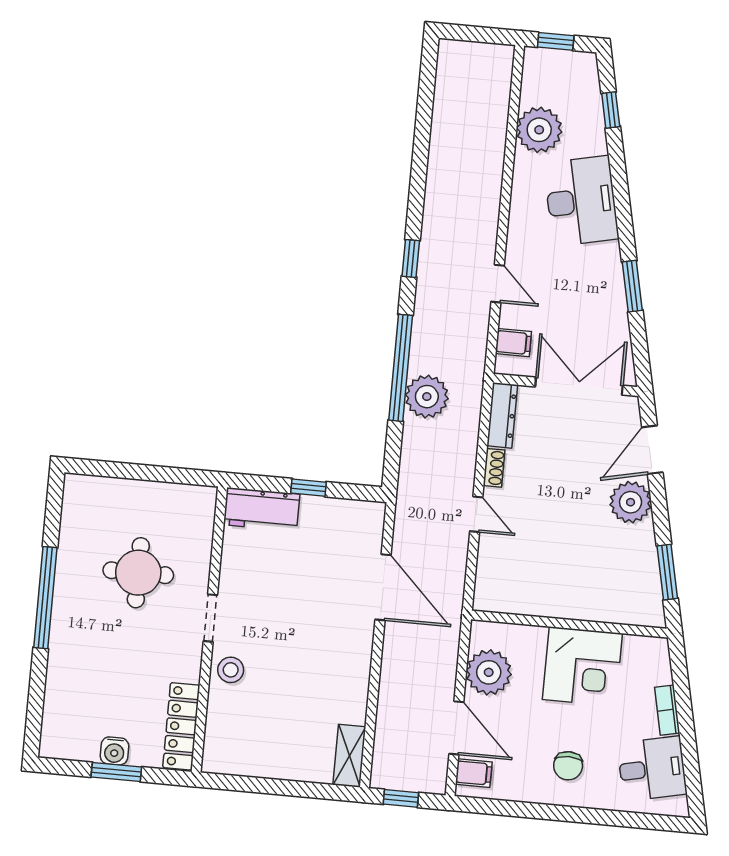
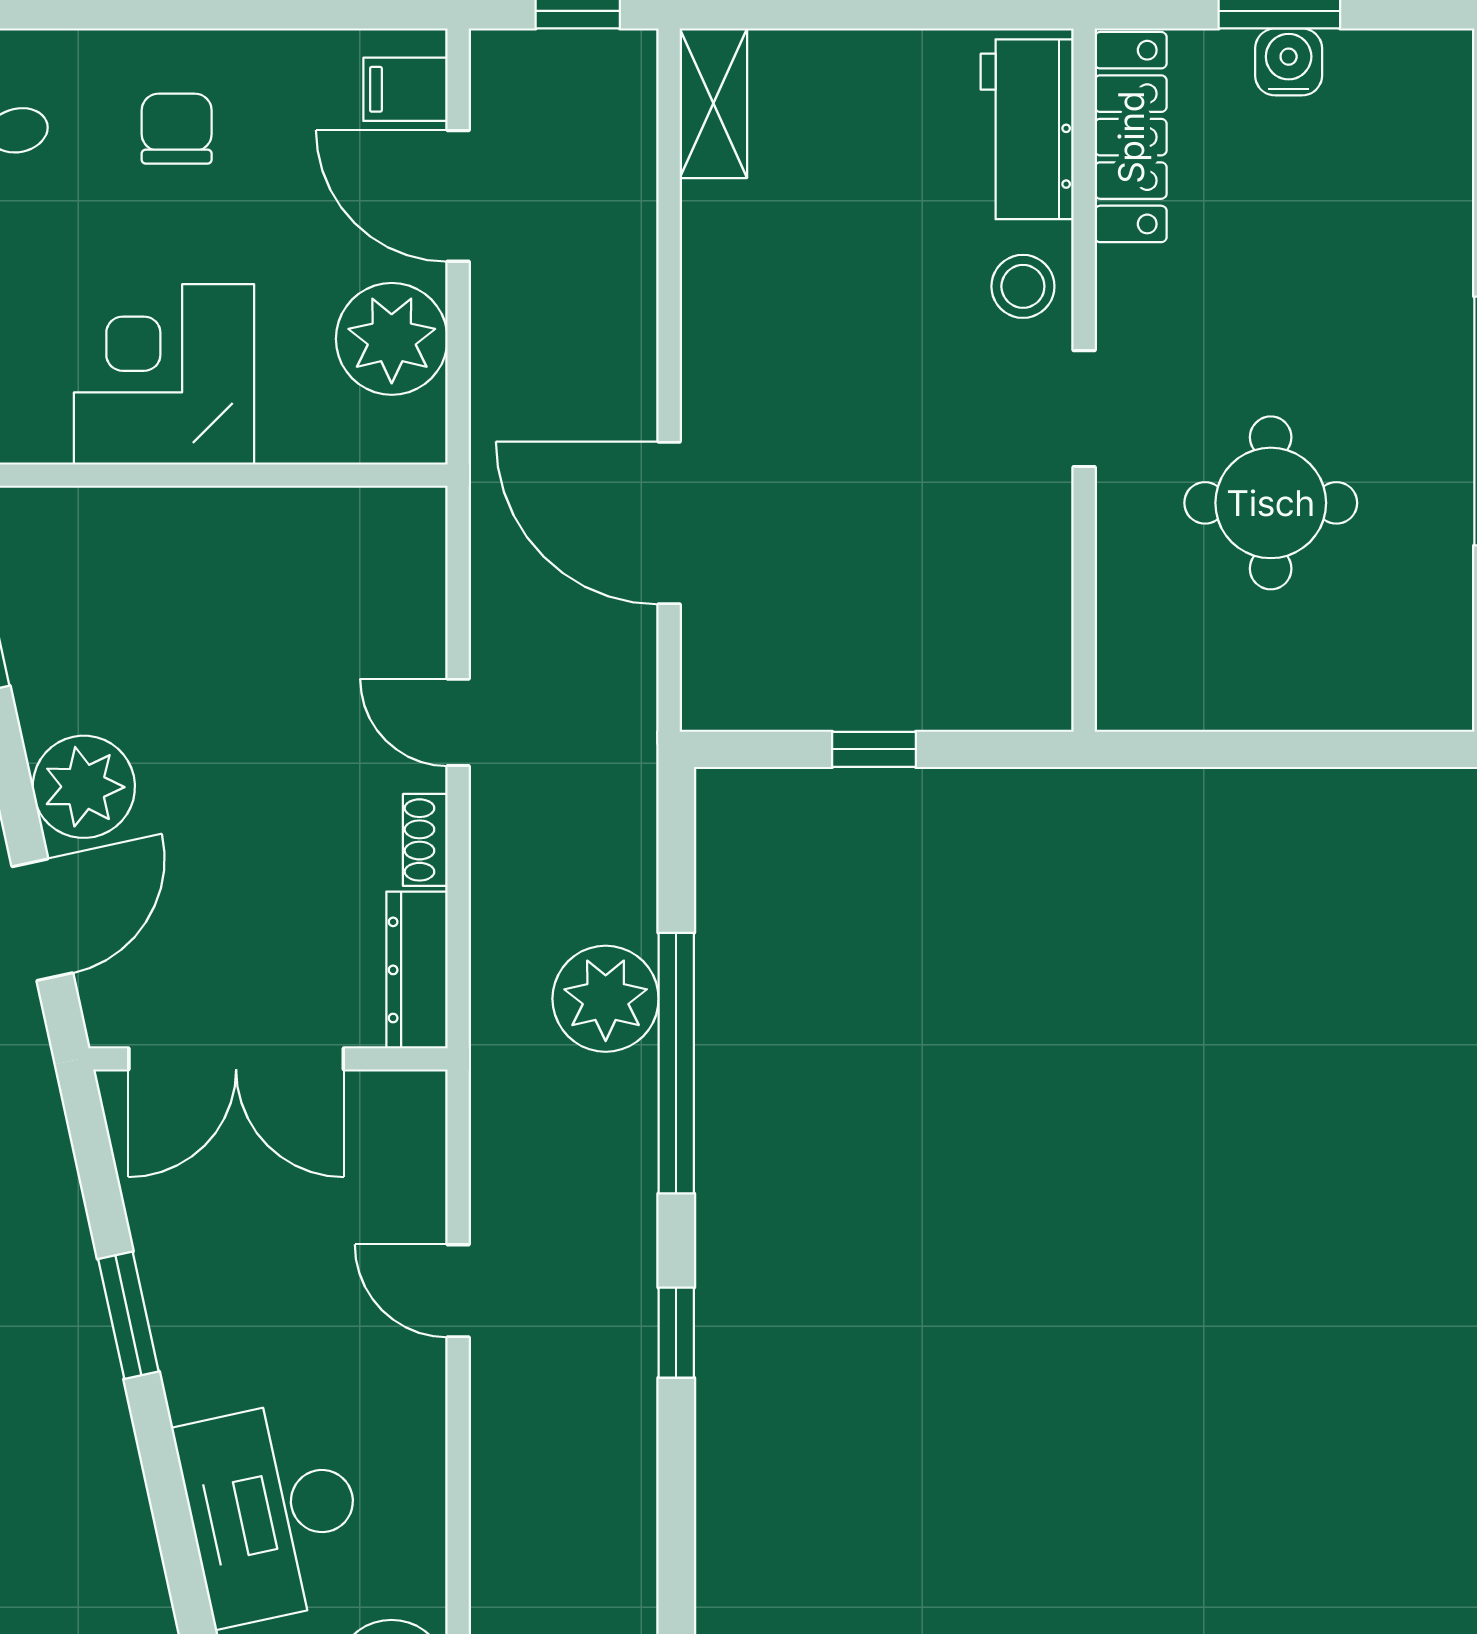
filing cabinet: (513, 343) -> (406, 1150), removed
workbench: (262, 509) -> (1027, 129), moved, turned -90

